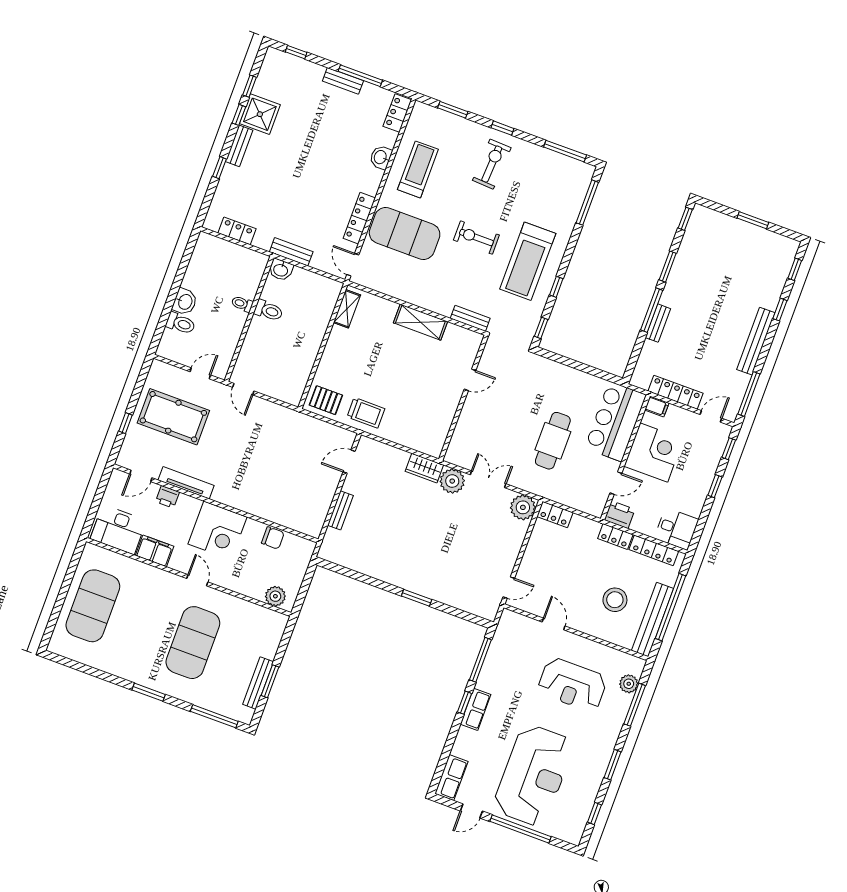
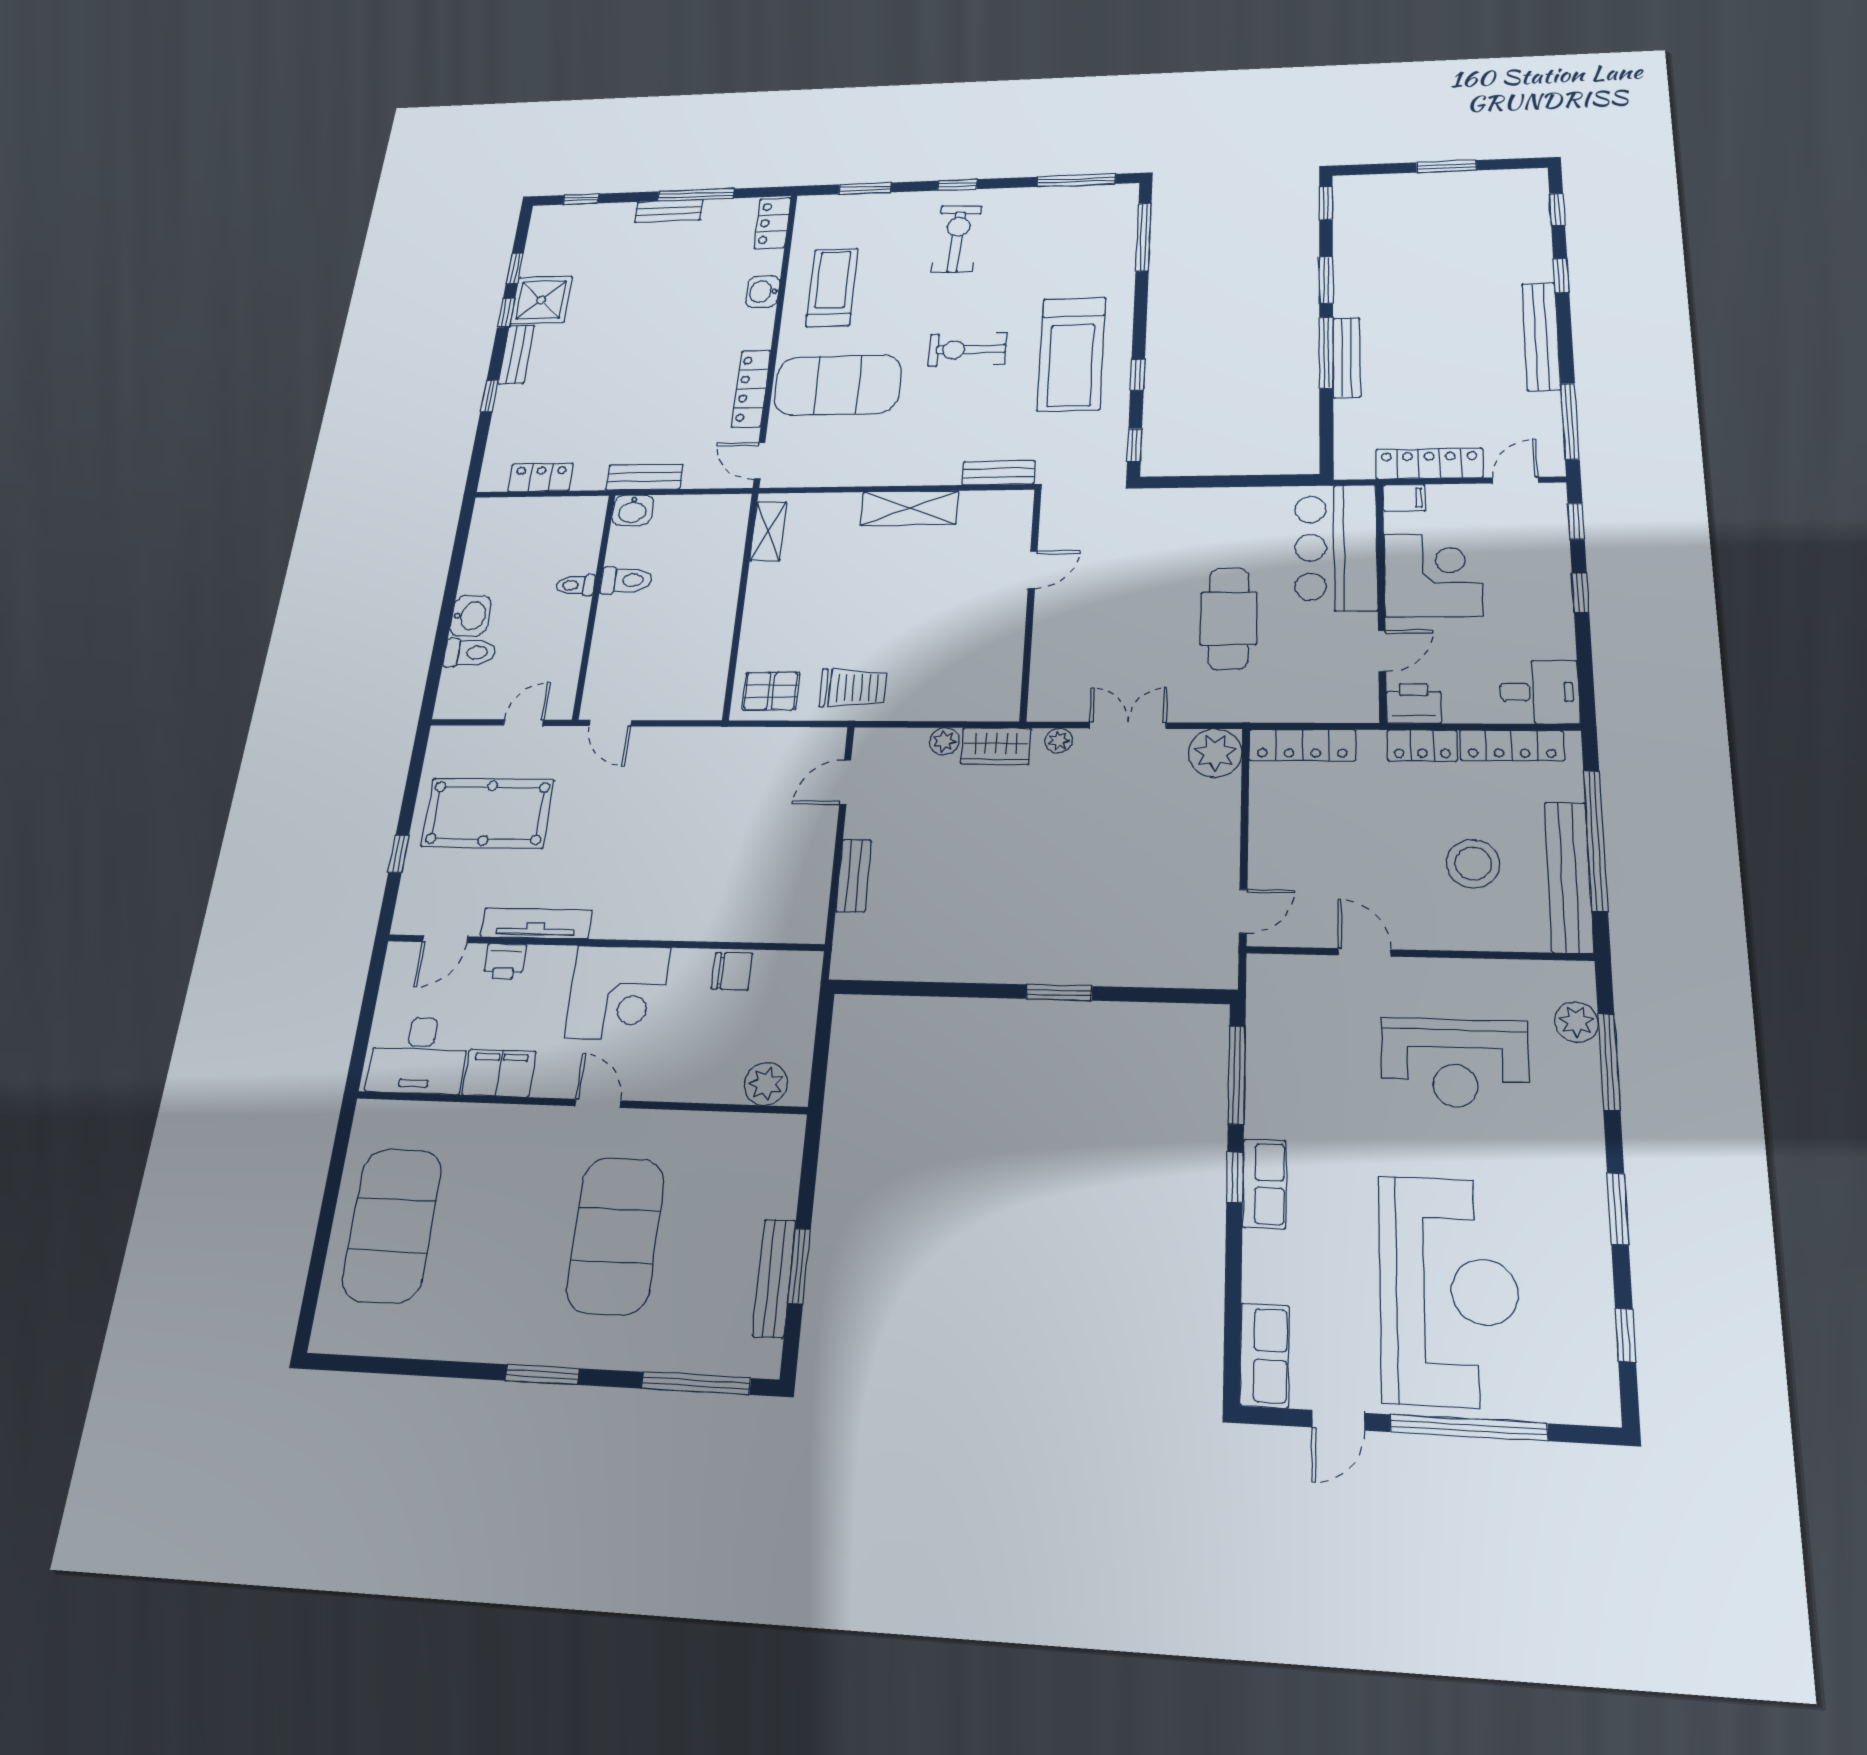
bench: (658, 323) -> (1347, 358), width x1.36
plant: (401, 457) -> (944, 741), added
plant: (452, 481) -> (1059, 741), width x0.53, depth x0.53
locker: (555, 514) -> (1302, 745), width x1.53

